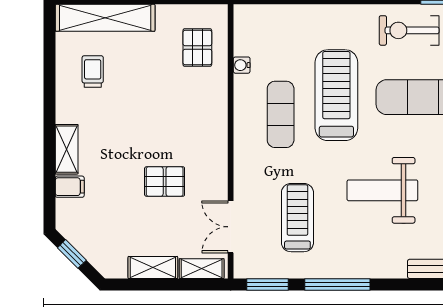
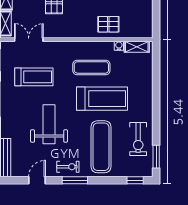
exercise bike: (409, 30) -> (138, 139), turned 180
shelving: (243, 33) -> (137, 47), added
pallet: (197, 47) -> (108, 24), moved

